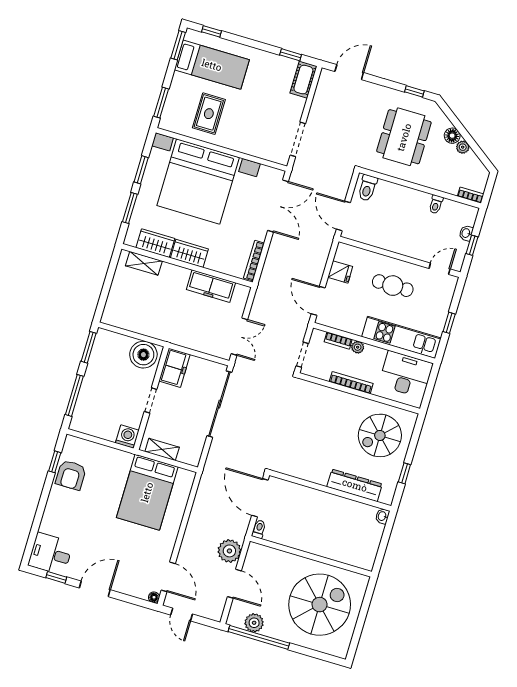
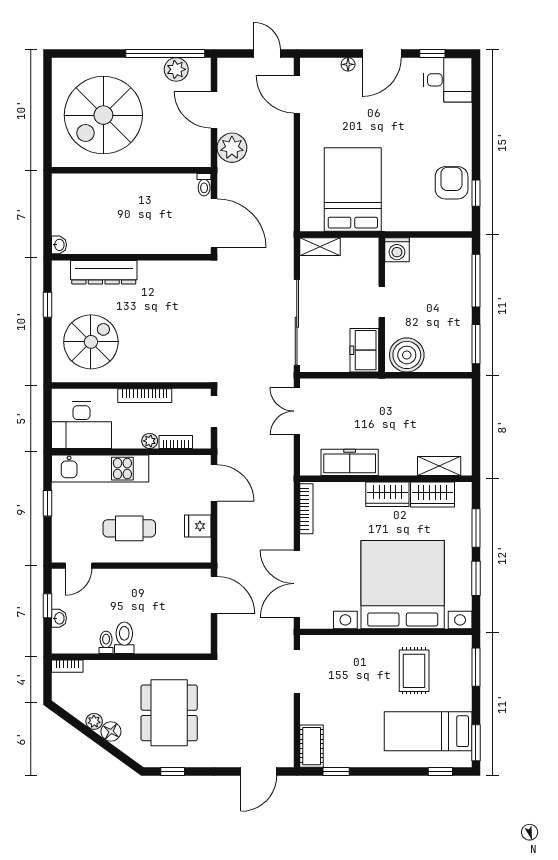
toilet: (367, 188) -> (124, 638), moved
shelving: (162, 449) -> (320, 247), moved
floor lamp: (154, 597) -> (348, 64), moved

